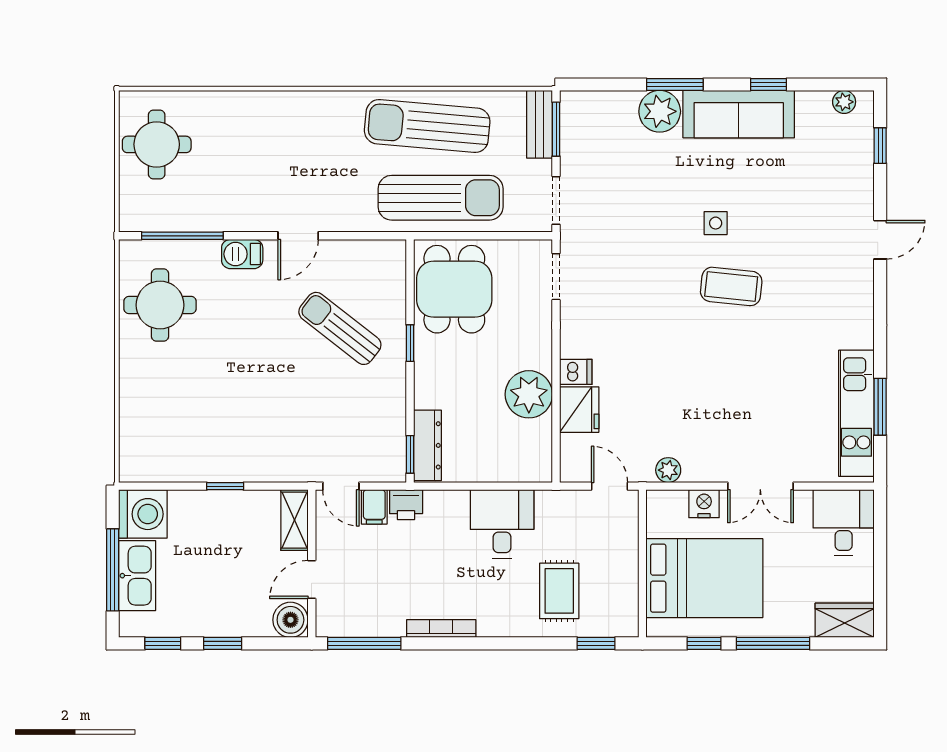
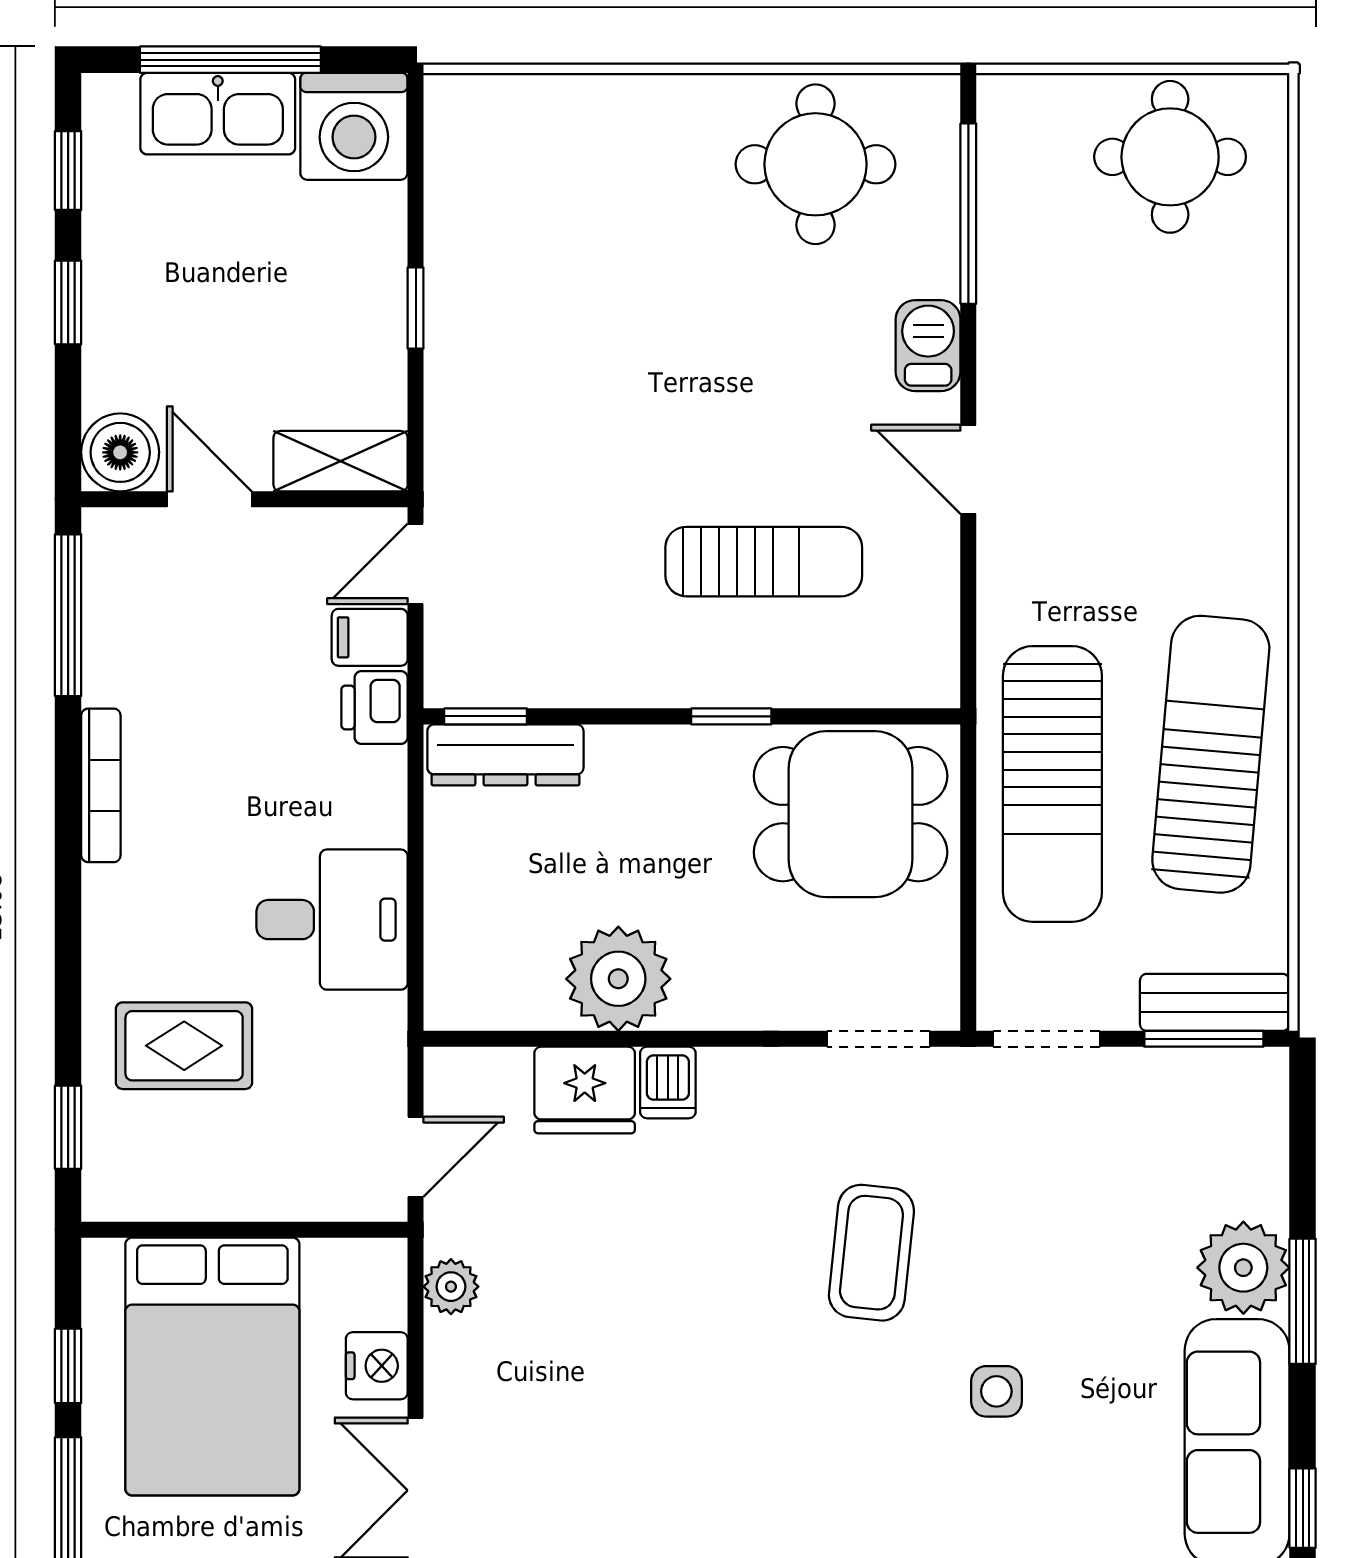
coffee table: (731, 286) -> (871, 1253), moved
sun lounger: (340, 328) -> (764, 562), turned 52

